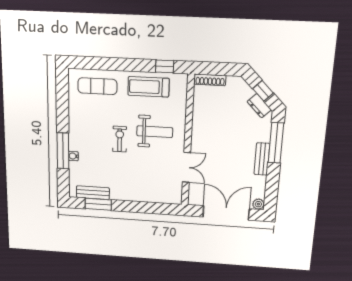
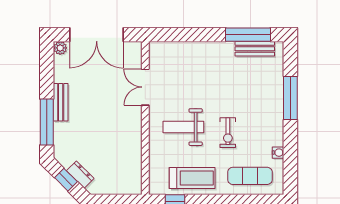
shoe rack: (210, 80) -> (124, 189), removed
dresser: (259, 106) -> (80, 175), moved
exercise bike: (120, 139) -> (228, 133), moved
water cooler: (73, 156) -> (278, 153), moved
window: (98, 204) -> (248, 35), width x1.44

